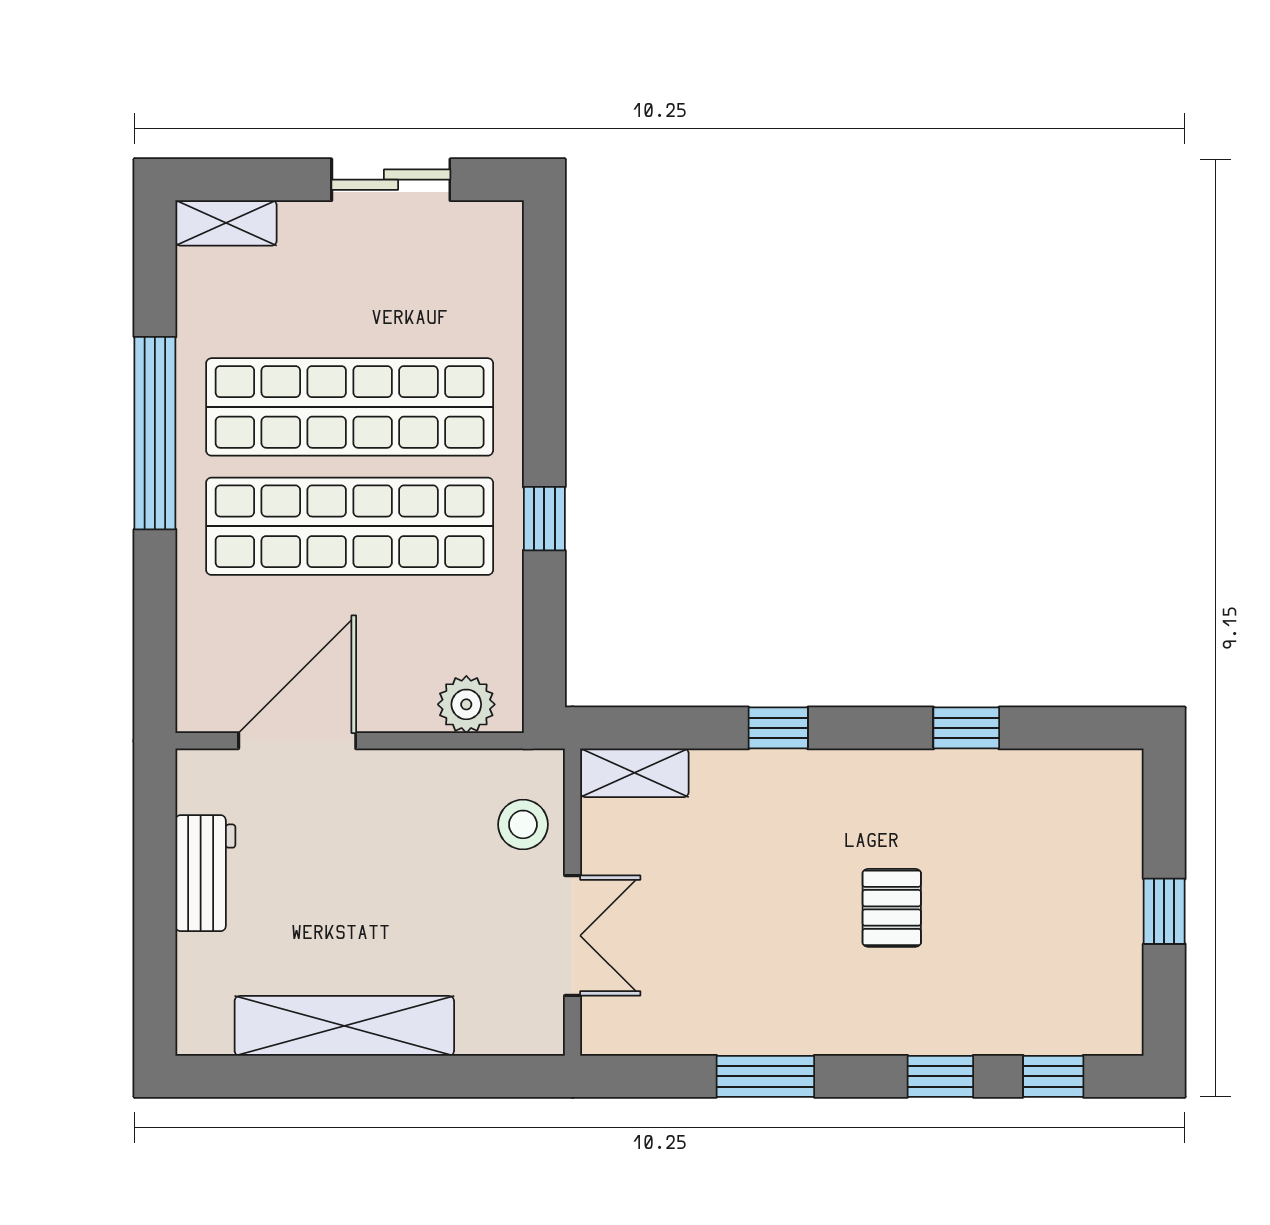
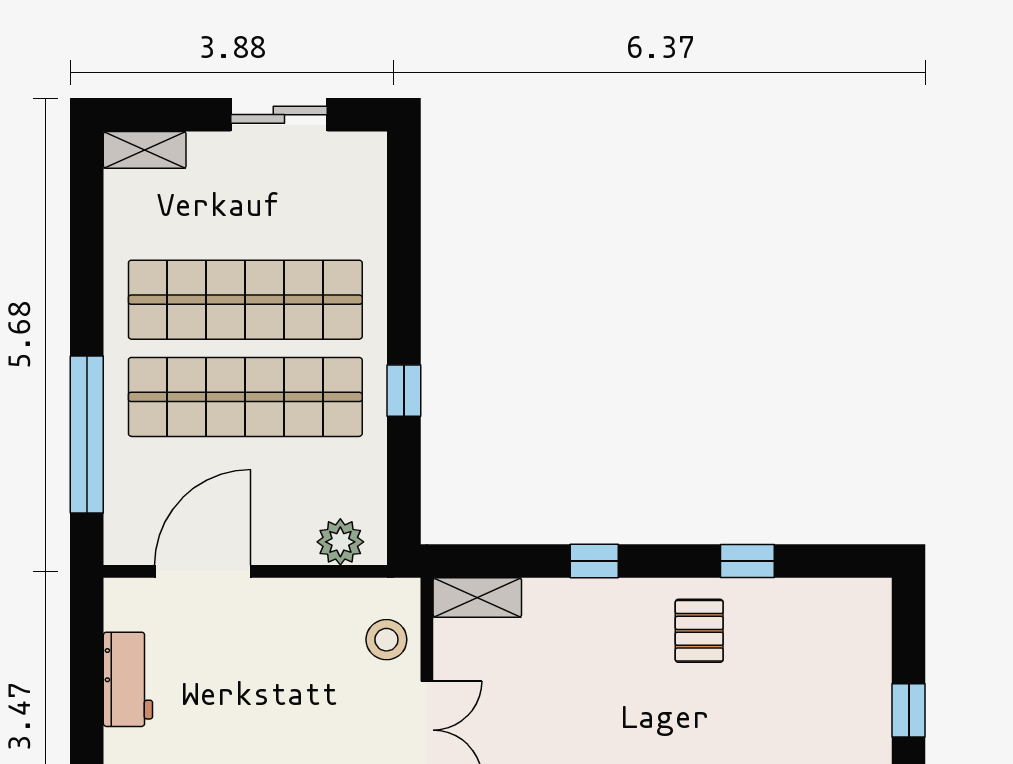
window: (155, 433) -> (87, 435), moved
pallet: (892, 908) -> (699, 631), moved

